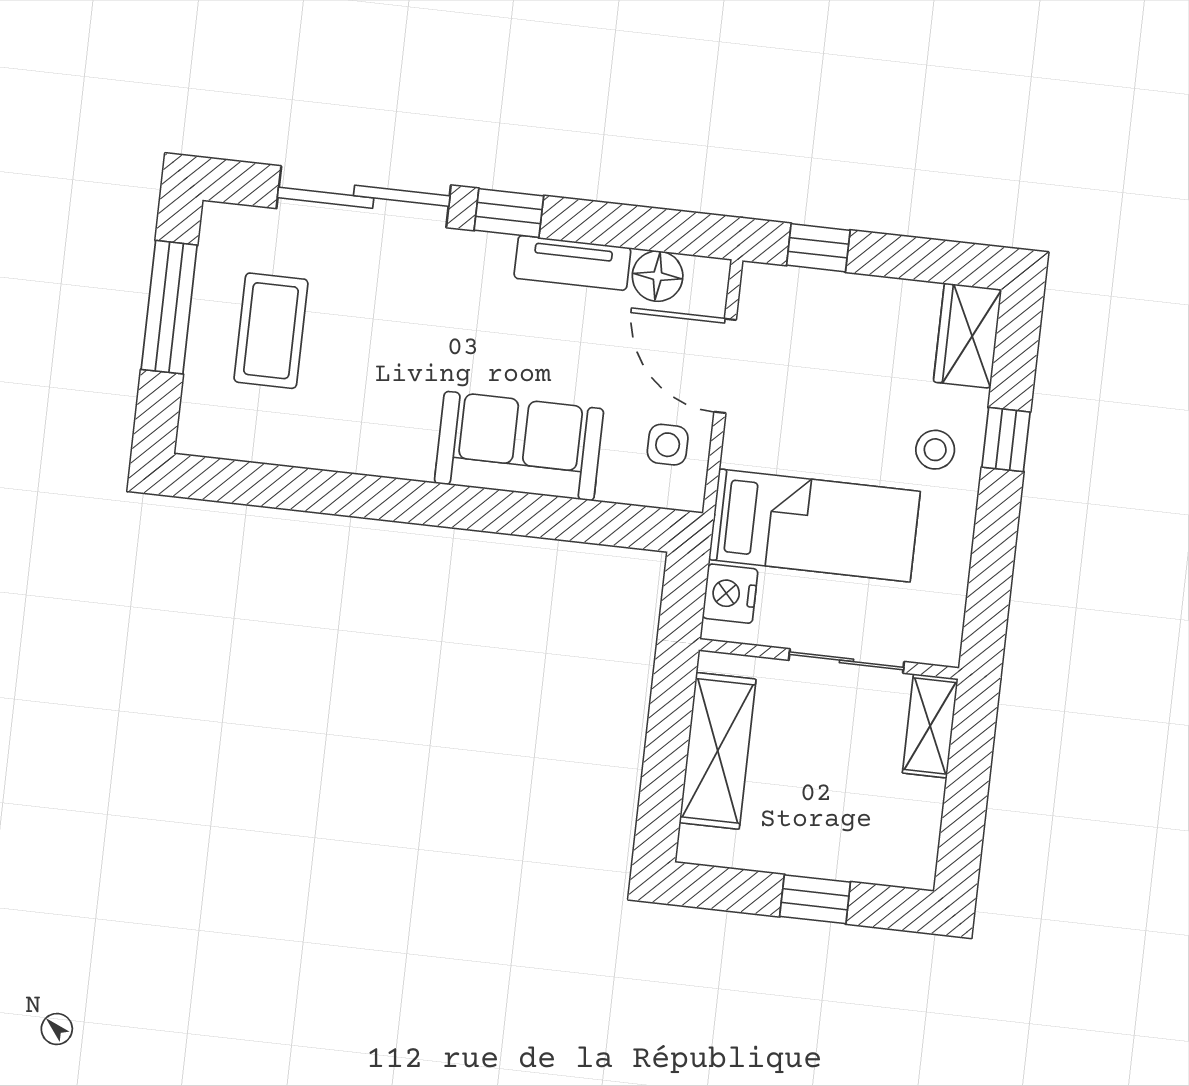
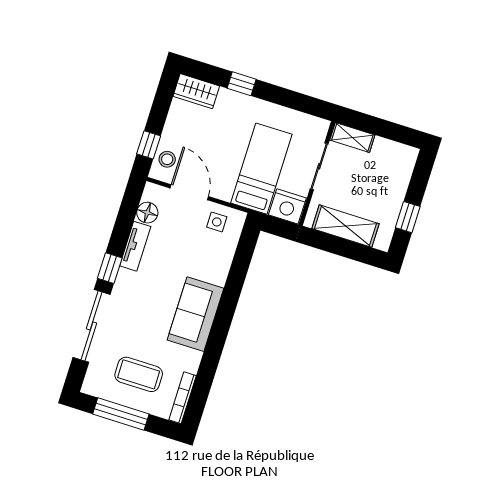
door: (725, 366) -> (189, 192), swing flipped
bookcase: (236, 445) -> (183, 398), added
sofa: (519, 446) -> (196, 314), moved
stool: (935, 450) -> (167, 159), moved
nightstand: (730, 594) -> (287, 206), width x1.36, depth x1.33
window: (815, 899) -> (408, 217), moved

